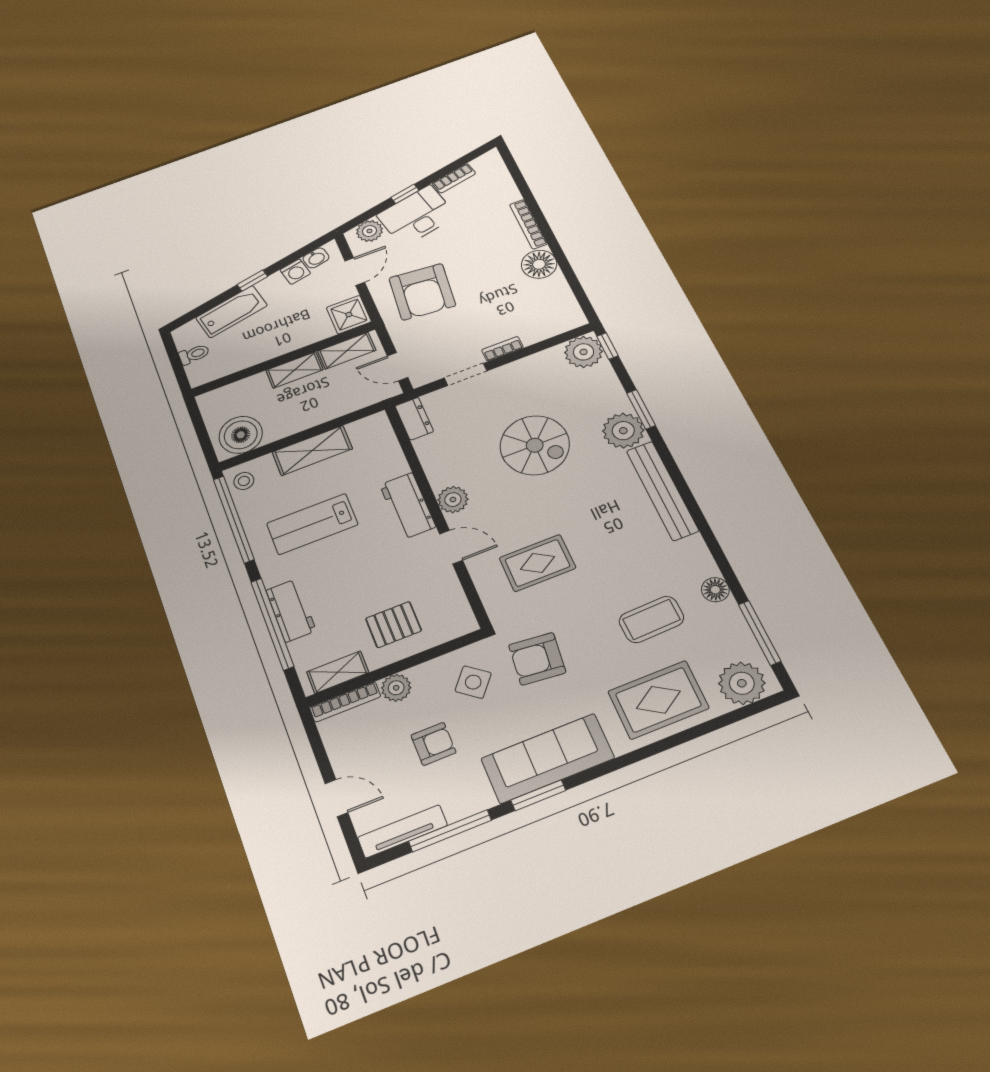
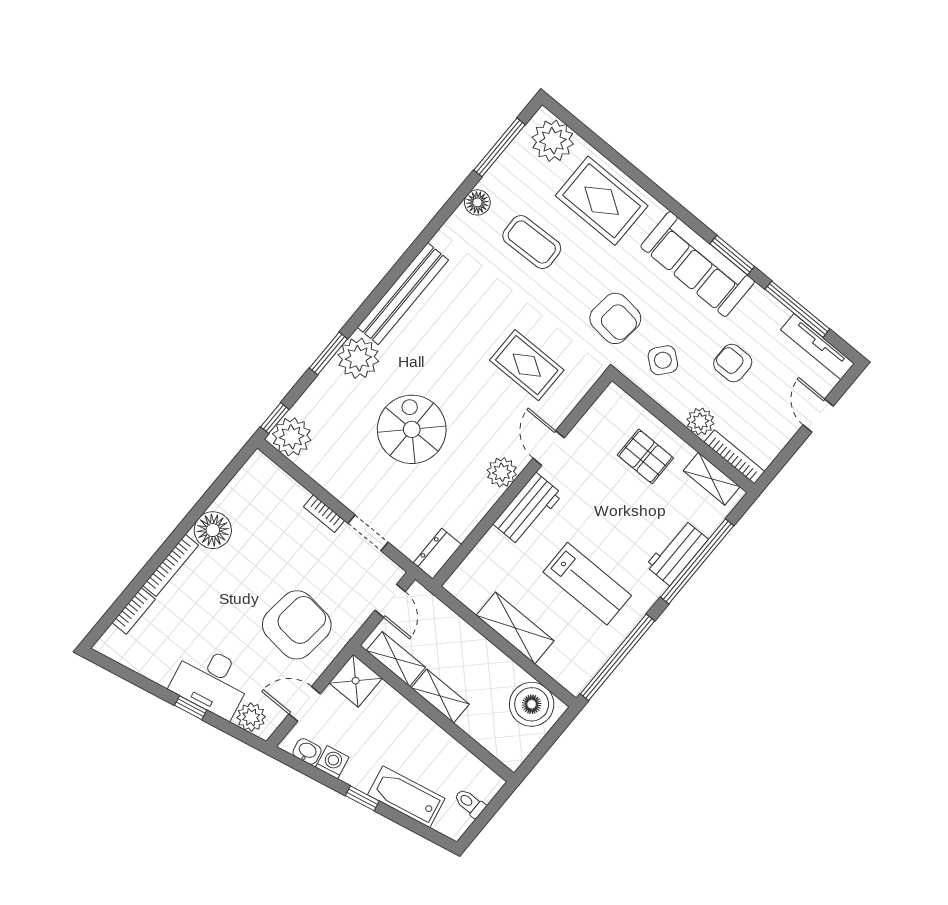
bookcase: (454, 178) -> (134, 611), moved, turned 102
stool: (244, 481) -> (576, 672), removed

